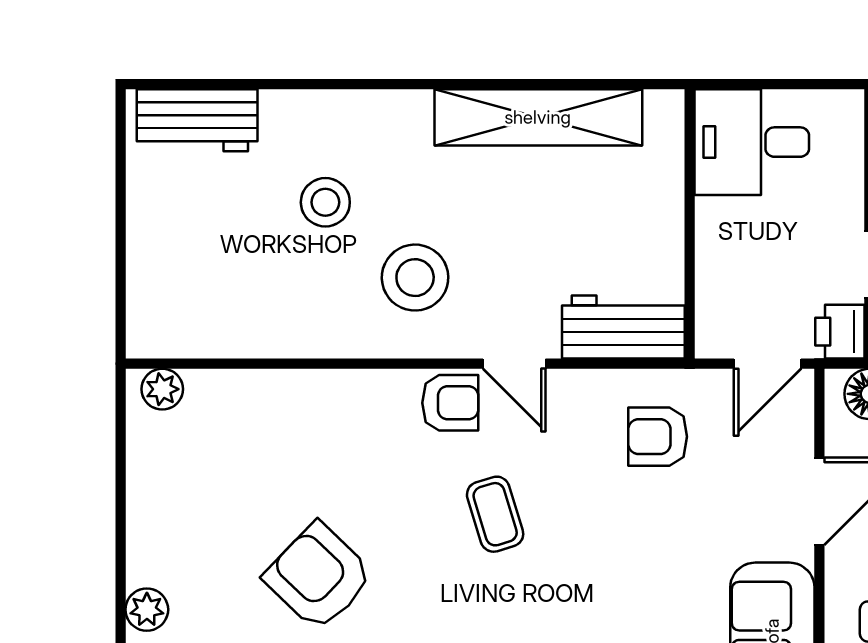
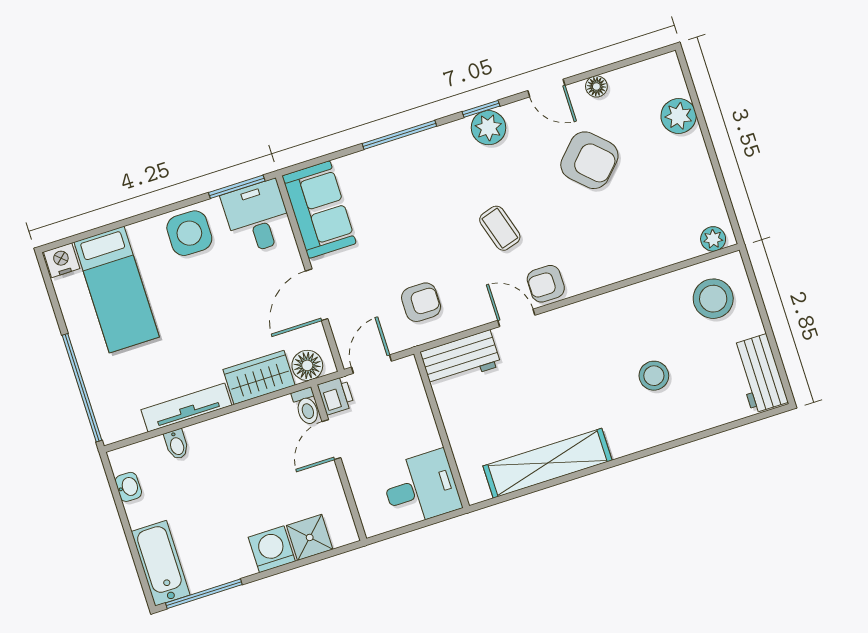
workbench: (197, 120) -> (759, 373), moved, turned -90
stool: (415, 278) -> (713, 299), moved
plant: (147, 610) -> (679, 116), width x1.38, depth x1.38

